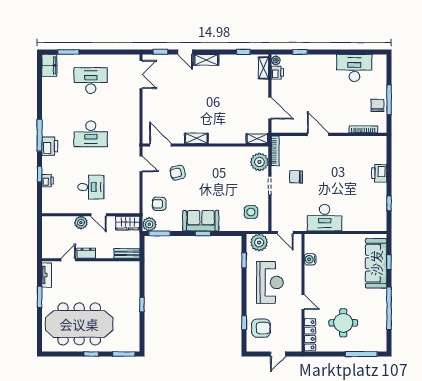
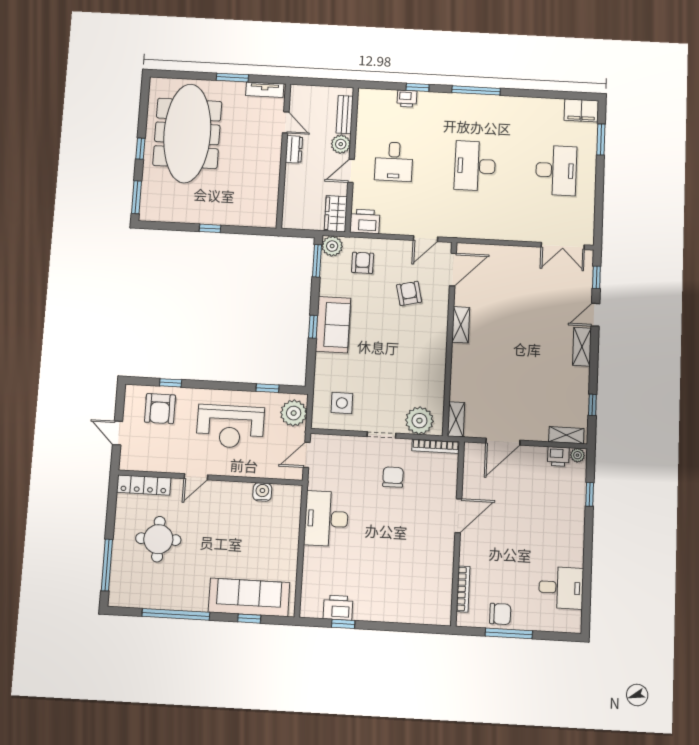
desk: (354, 68) -> (561, 588), width x0.73
printer: (50, 146) -> (365, 221), moved, turned 180
printer: (379, 173) -> (338, 608), moved
bench: (127, 253) -> (345, 115), moved

